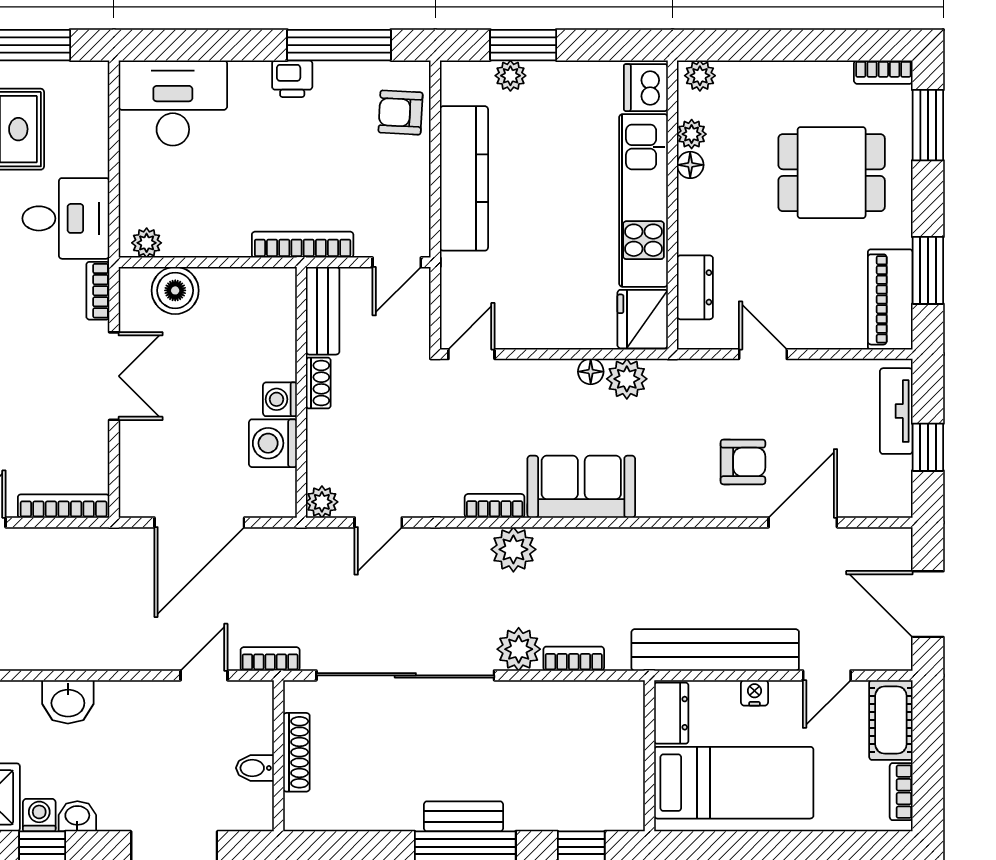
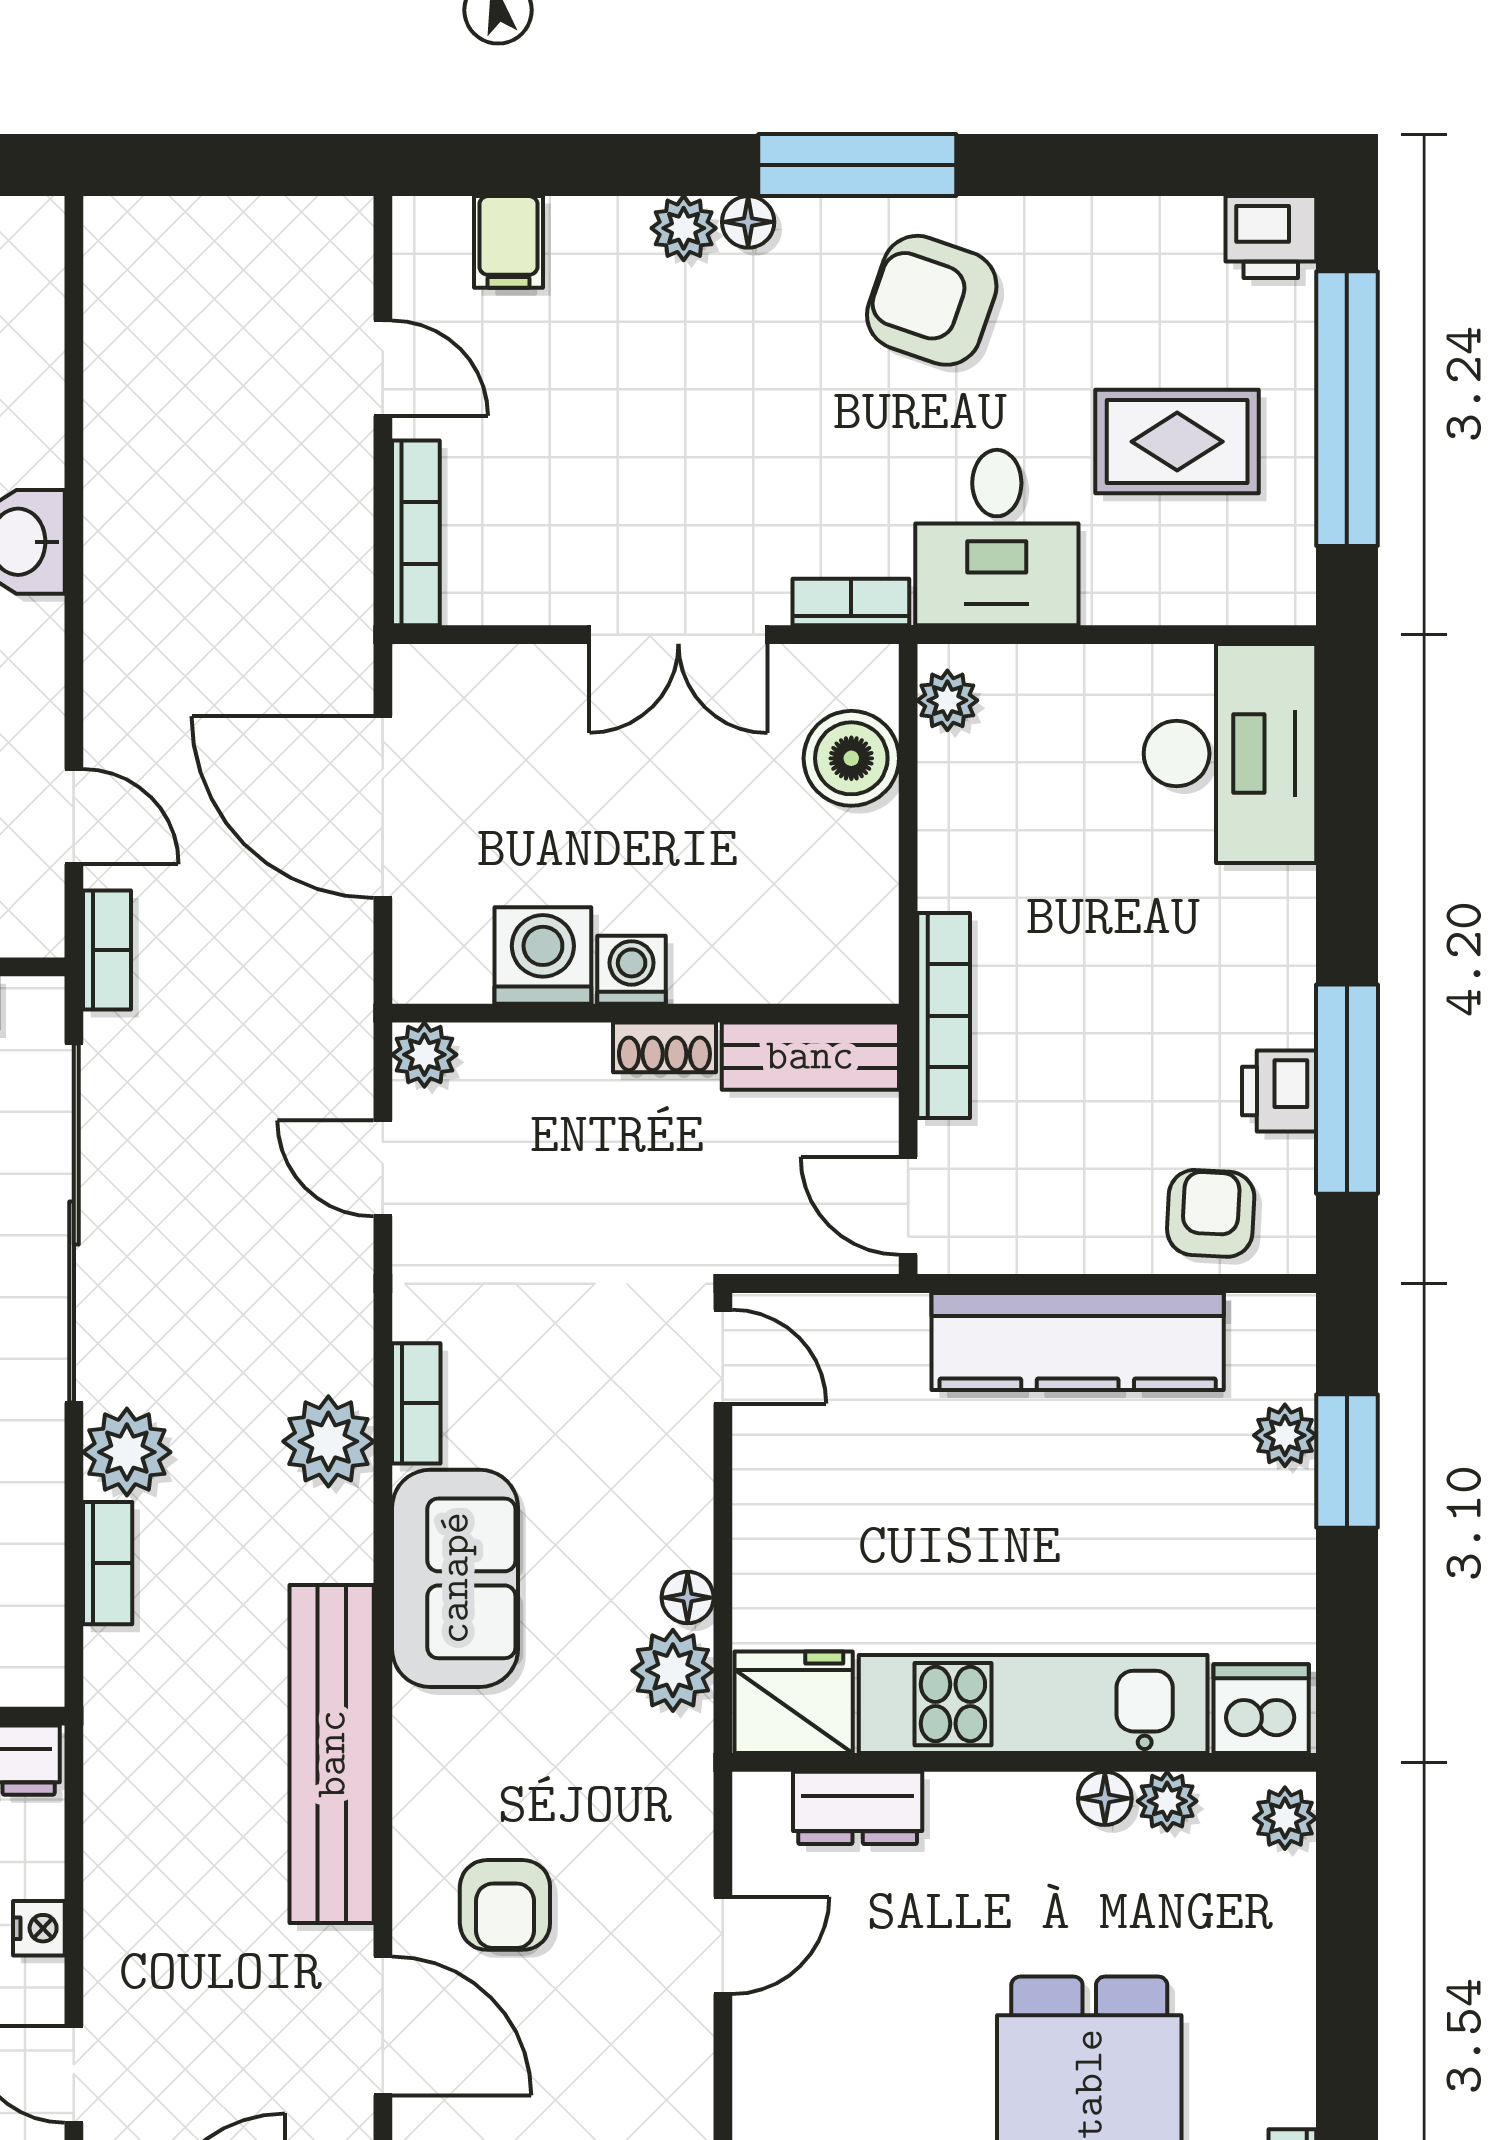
printer: (292, 79) -> (1279, 1091), moved
bench: (715, 650) -> (332, 1754), moved

